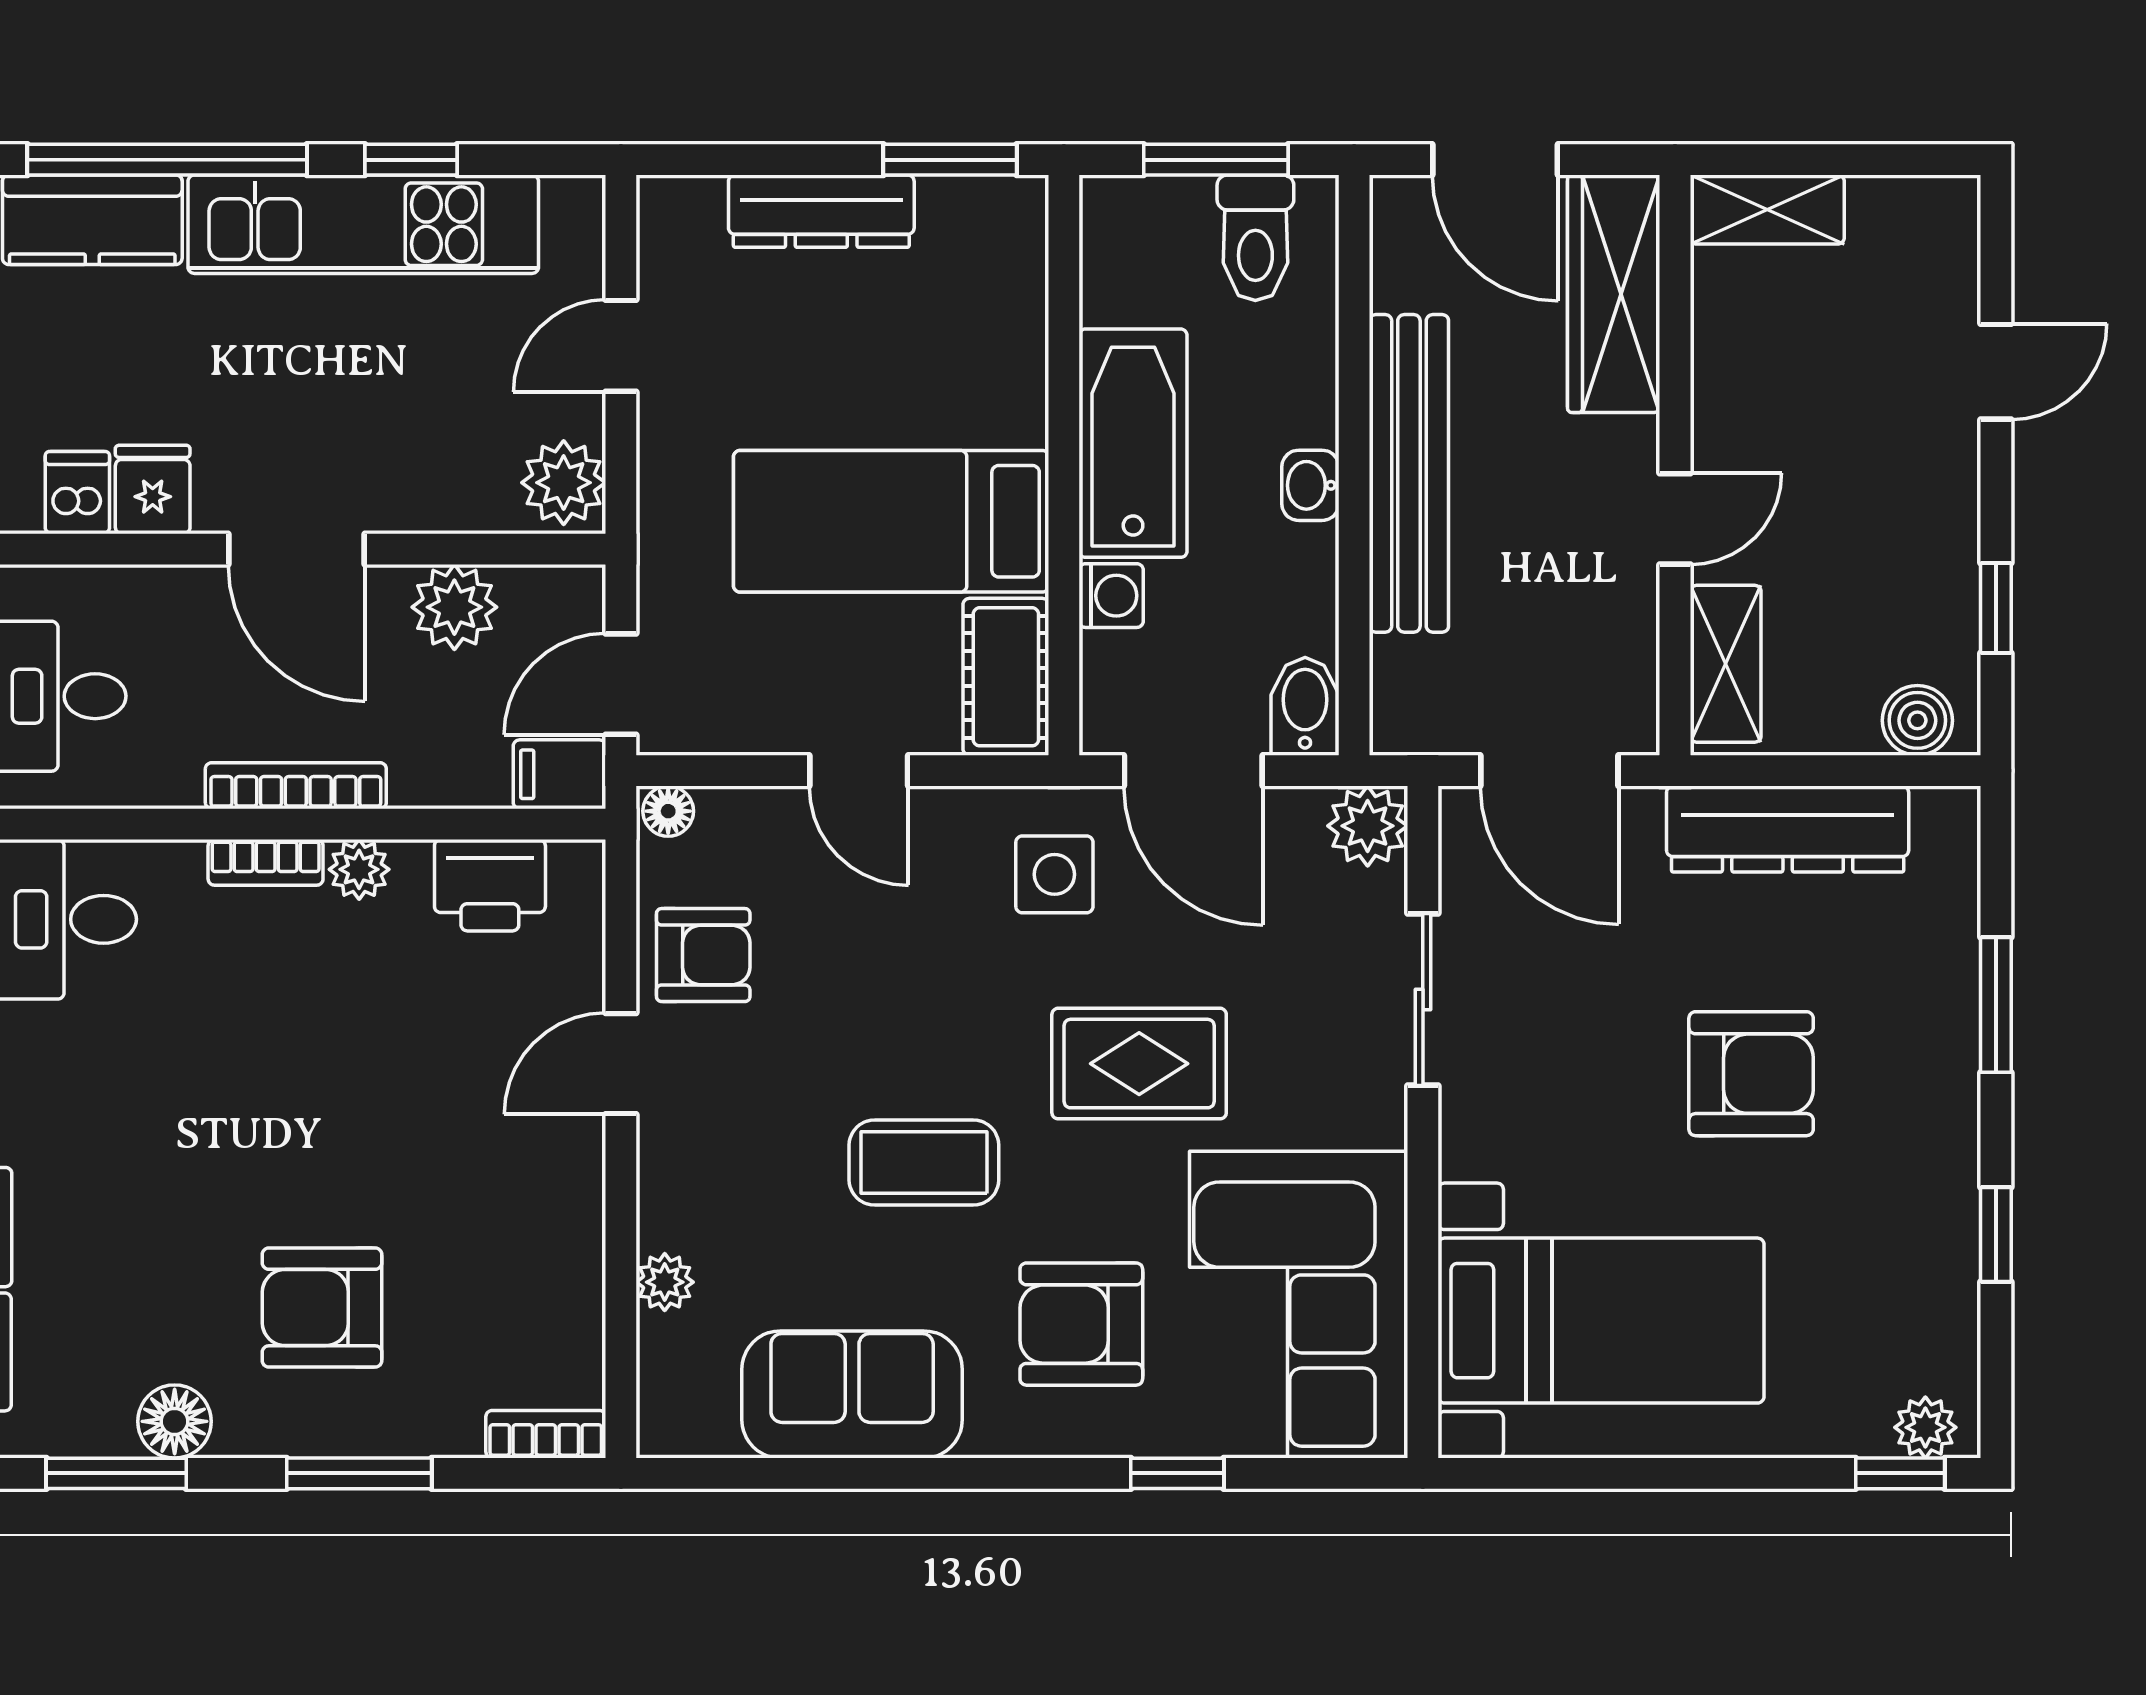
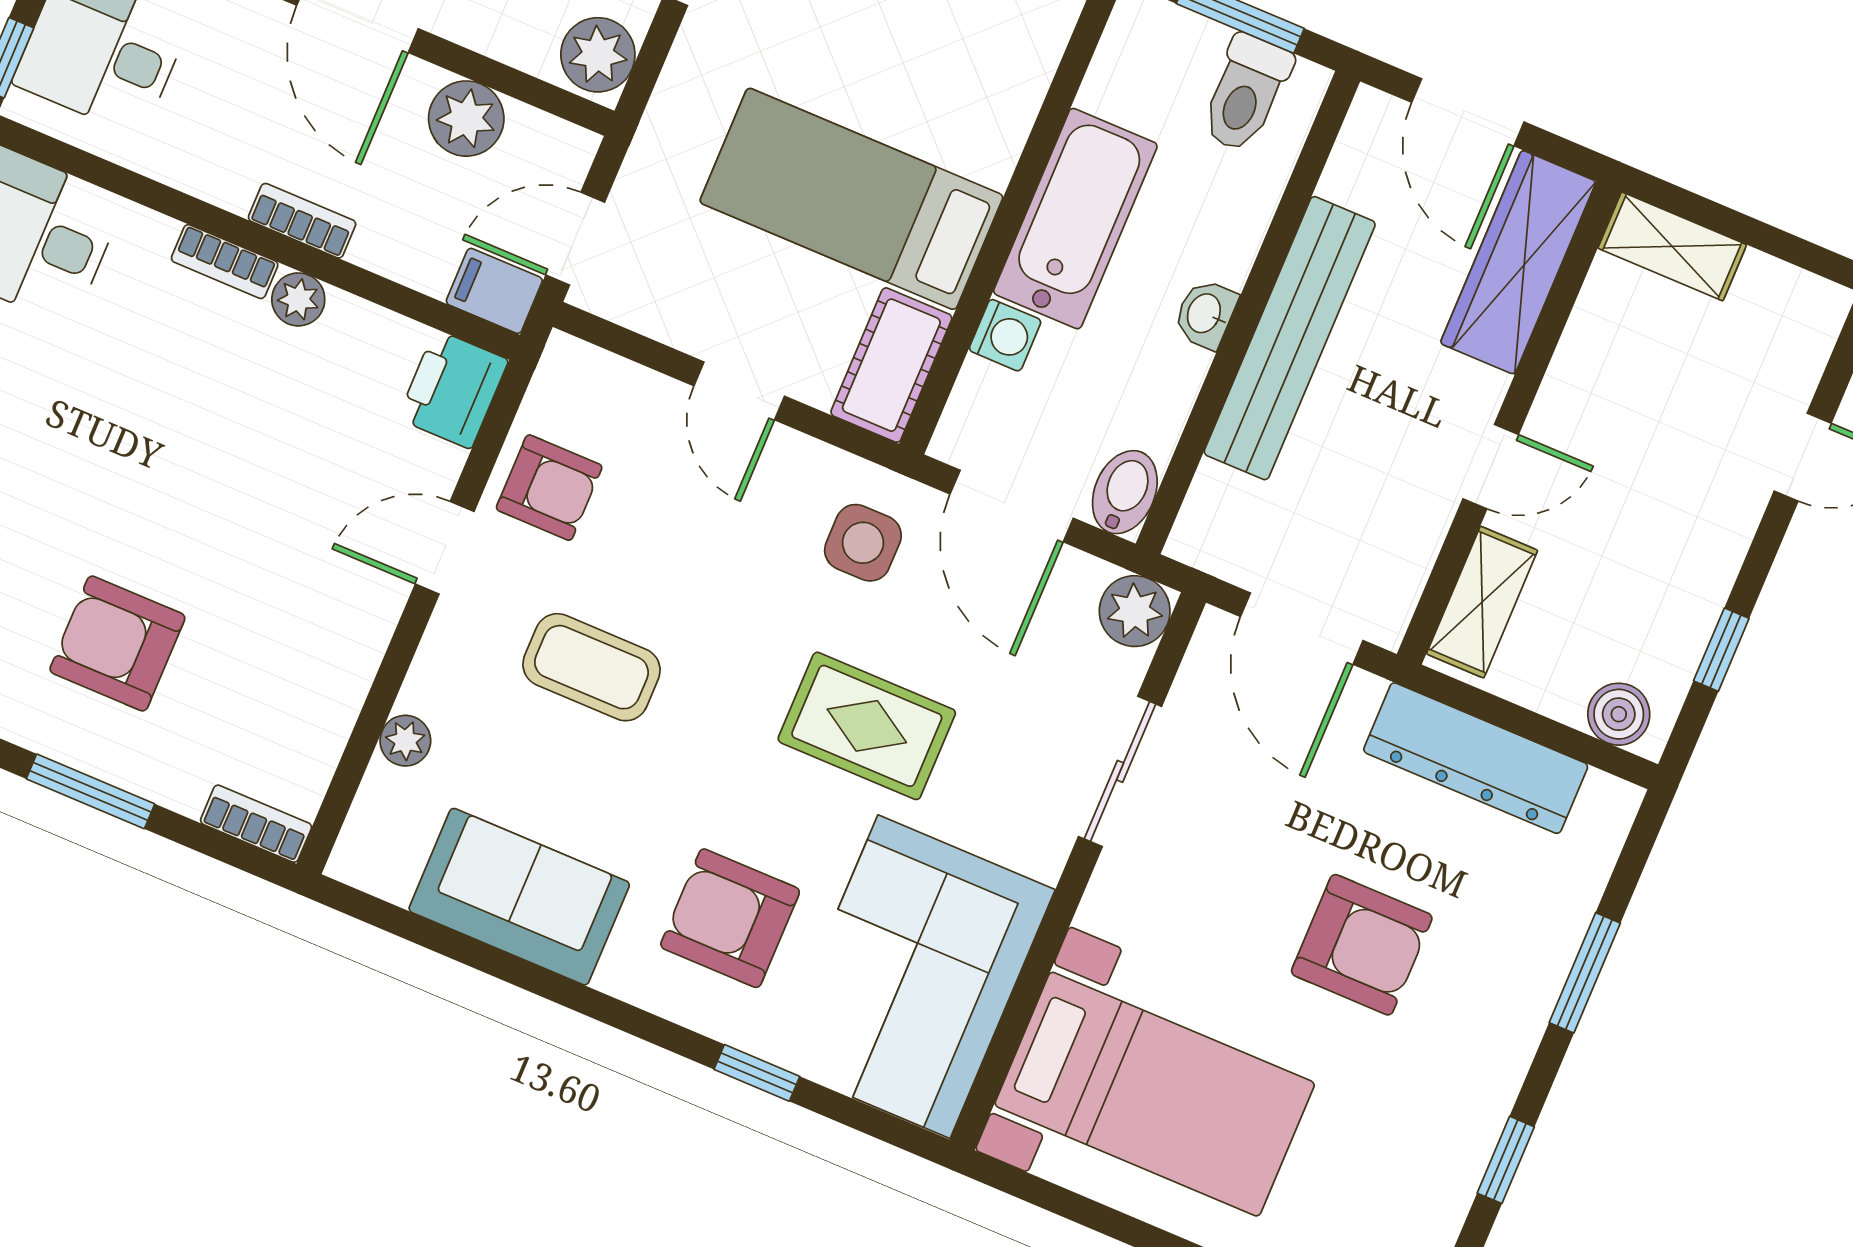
bookcase: (296, 786) -> (302, 221), width x0.64
floor lamp: (668, 811) -> (570, 358), removed
printer: (490, 885) -> (453, 389), moved, turned 90
coffee table: (924, 1162) -> (591, 667), moved

